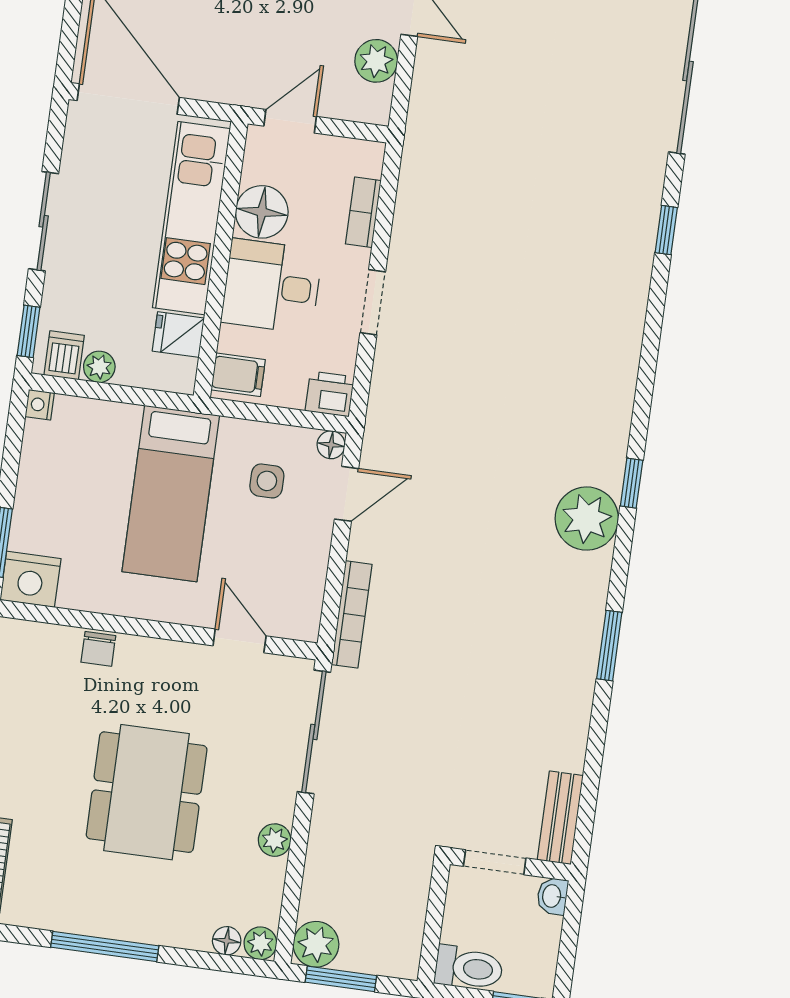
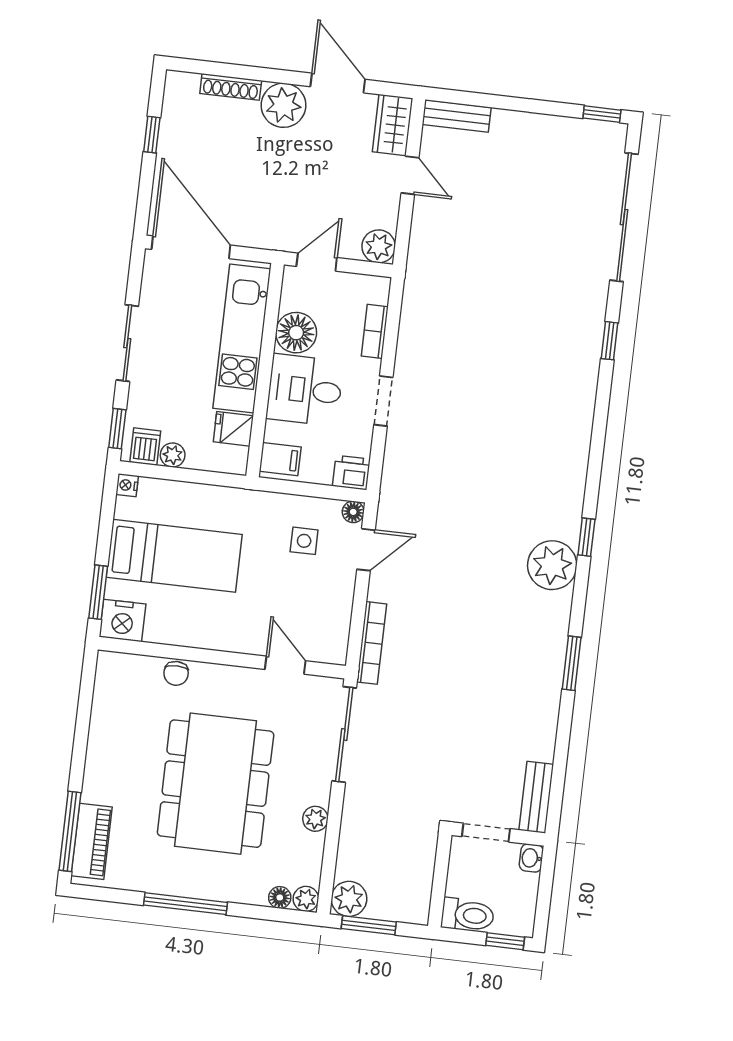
plant: (376, 61) -> (379, 246), moved
bed: (171, 494) -> (174, 556), moved, turned -90
dining table: (147, 792) -> (216, 784), width x1.36, depth x1.24

